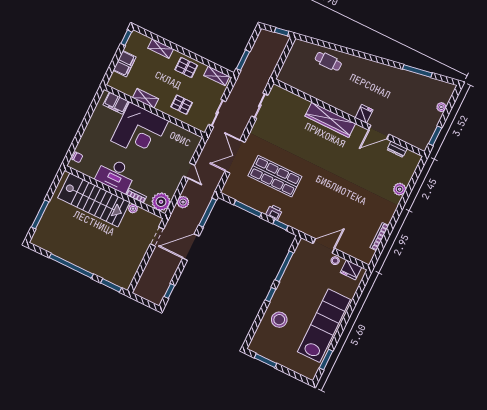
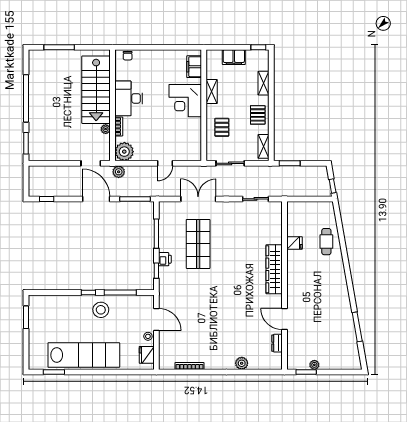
plant: (441, 107) -> (314, 365), moved
fridge: (364, 114) -> (294, 243), moved
corner desk: (140, 131) -> (185, 101), width x0.74, depth x0.74
plant: (183, 202) -> (119, 172), moved
stool: (279, 320) -> (101, 310), moved

